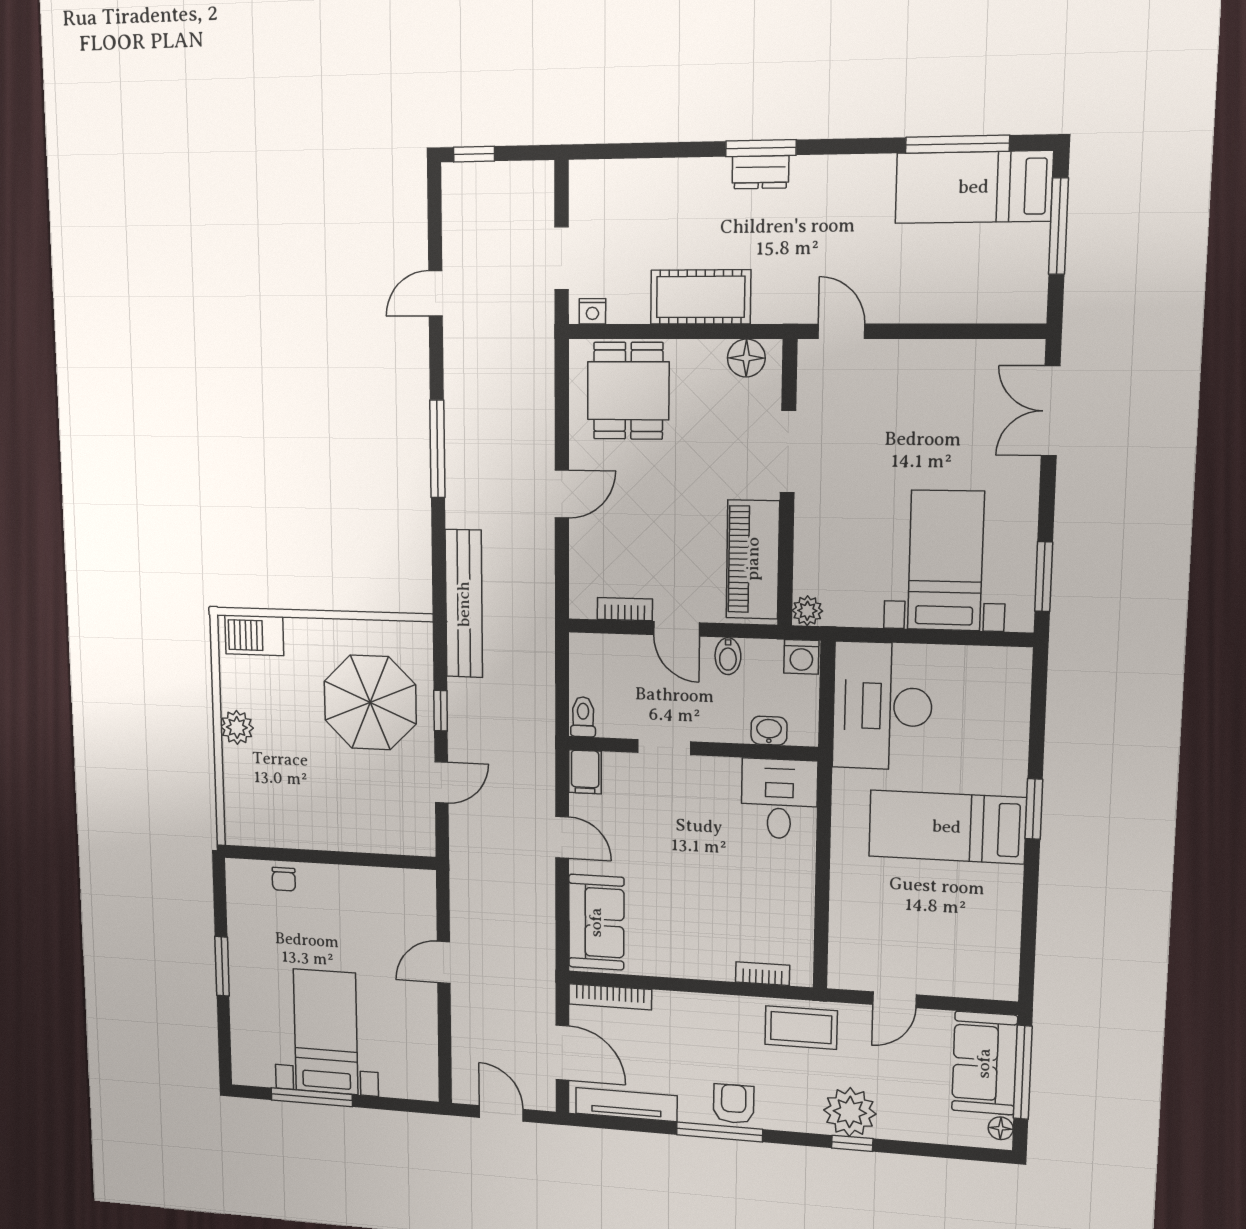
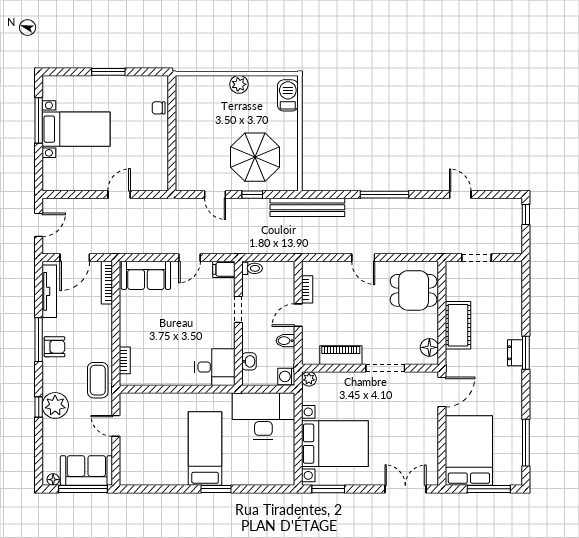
bed: (974, 187) -> (469, 451), moved, width x1.50
nightstand: (592, 311) -> (451, 273), removed
door: (841, 331) -> (442, 392), width x1.38
piano: (753, 559) -> (341, 355), width x0.73, depth x0.75
bed with nightstands: (946, 561) -> (335, 444), width x1.36
door: (444, 962) -> (119, 195), hinge flipped

